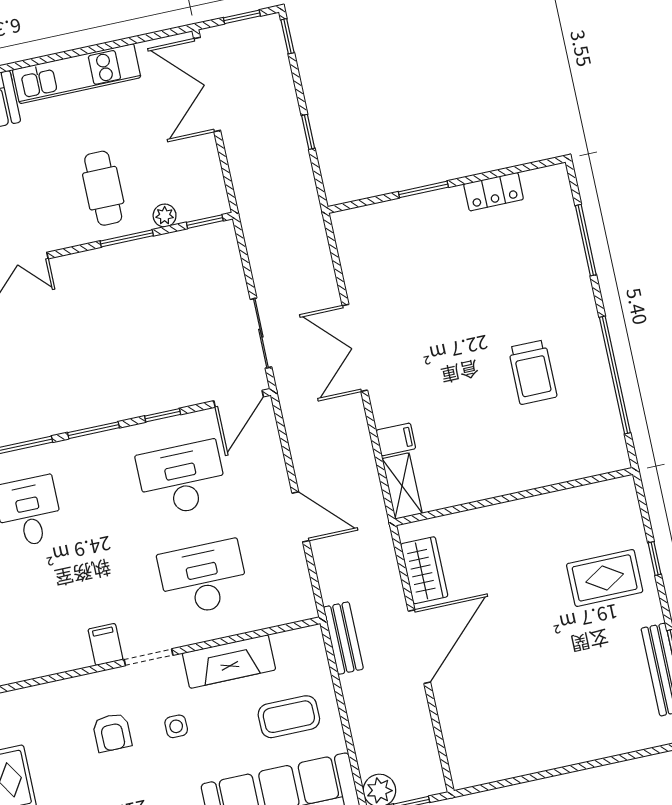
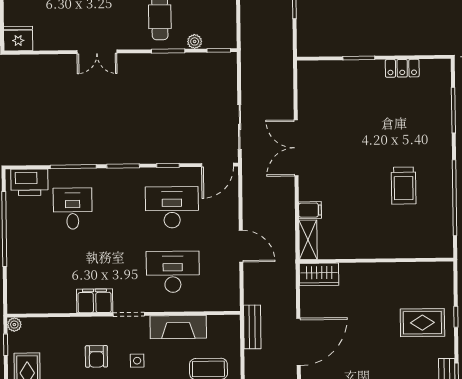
wardrobe: (424, 570) -> (319, 274), moved, turned 90
filing cabinet: (105, 644) -> (95, 301), width x2.00

